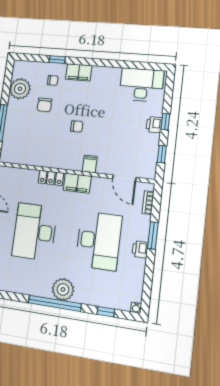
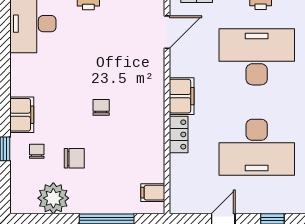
filing cabinet: (90, 164) -> (153, 193), moved

